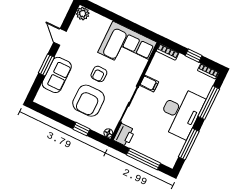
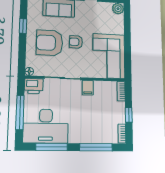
desk: (181, 112) -> (46, 126), moved
window: (81, 129) -> (23, 26), moved

